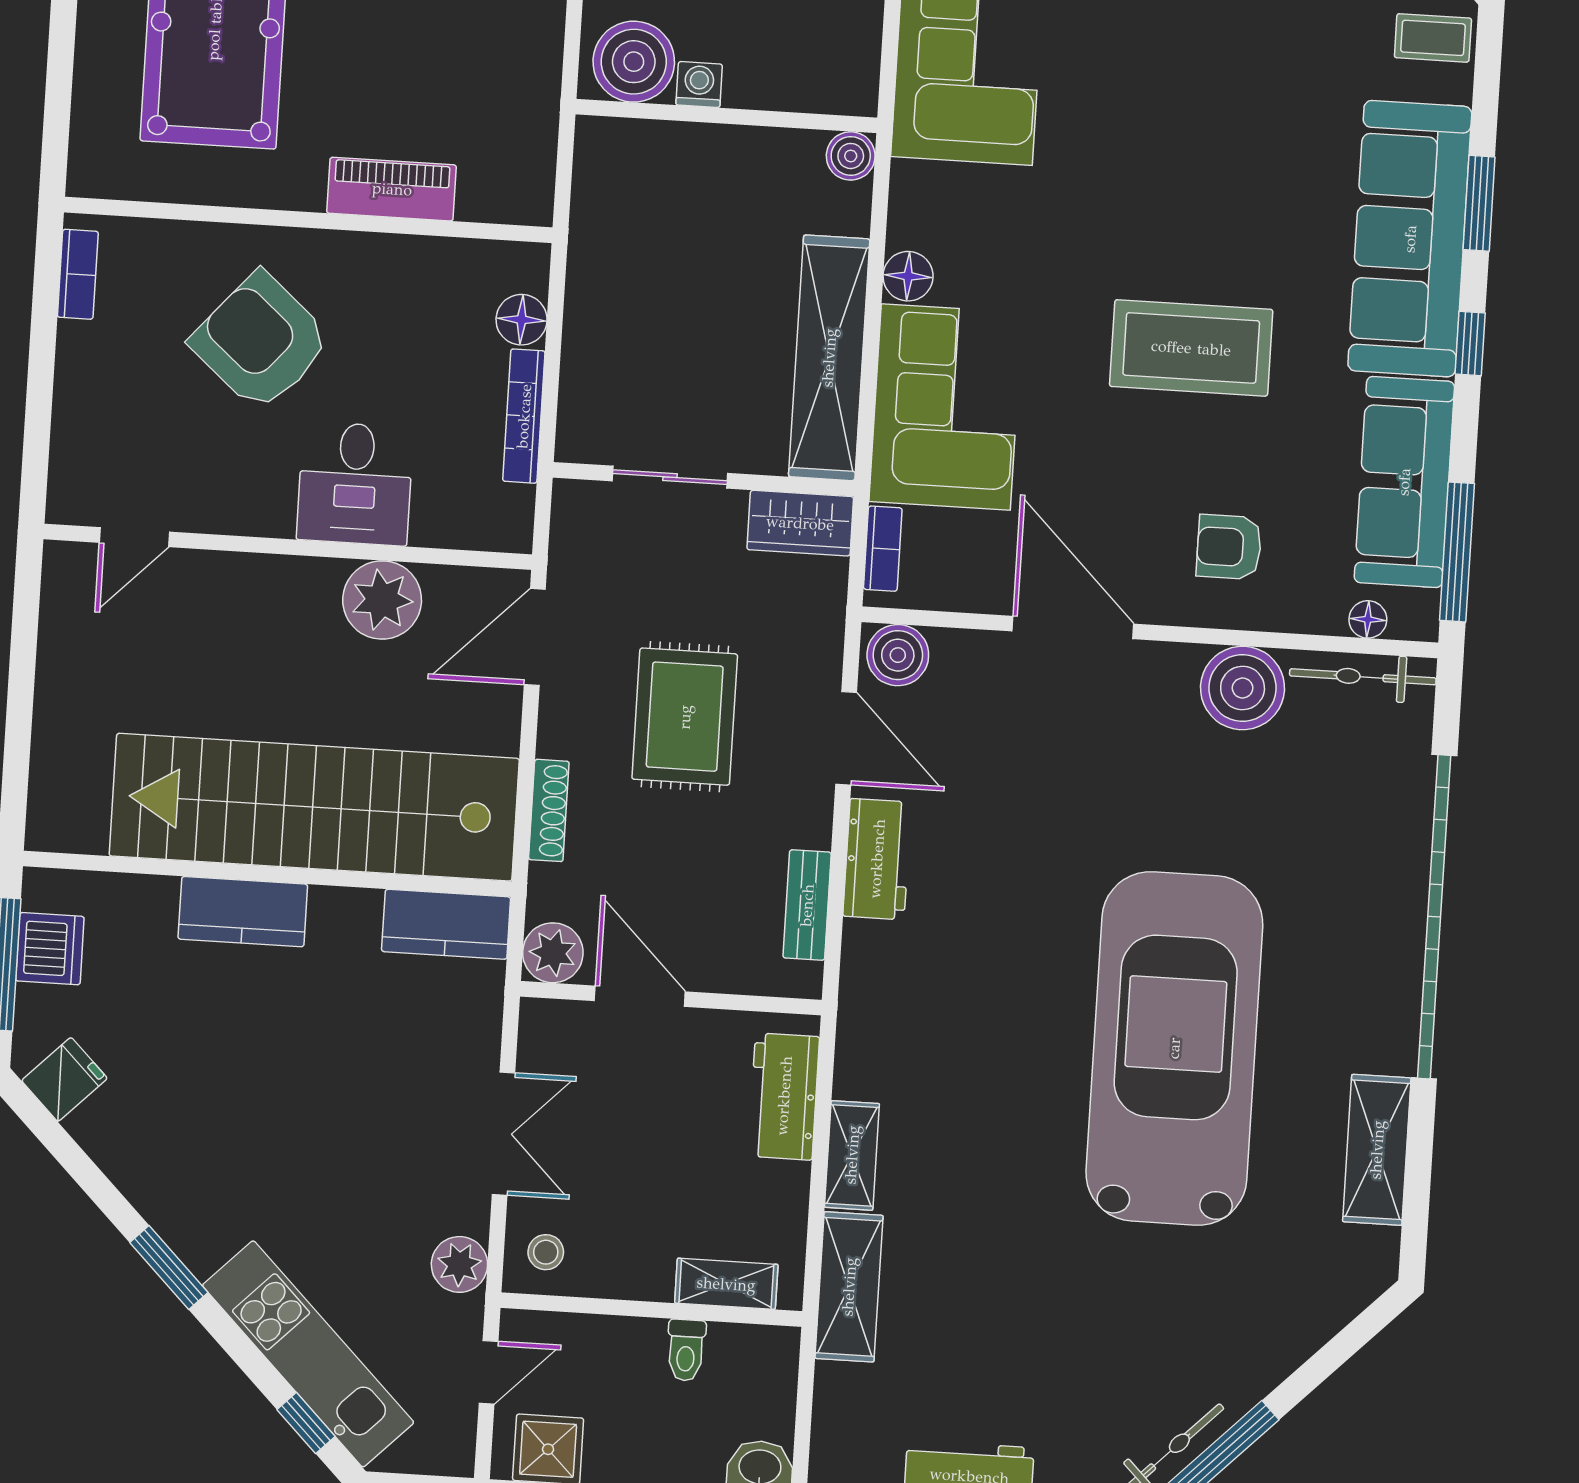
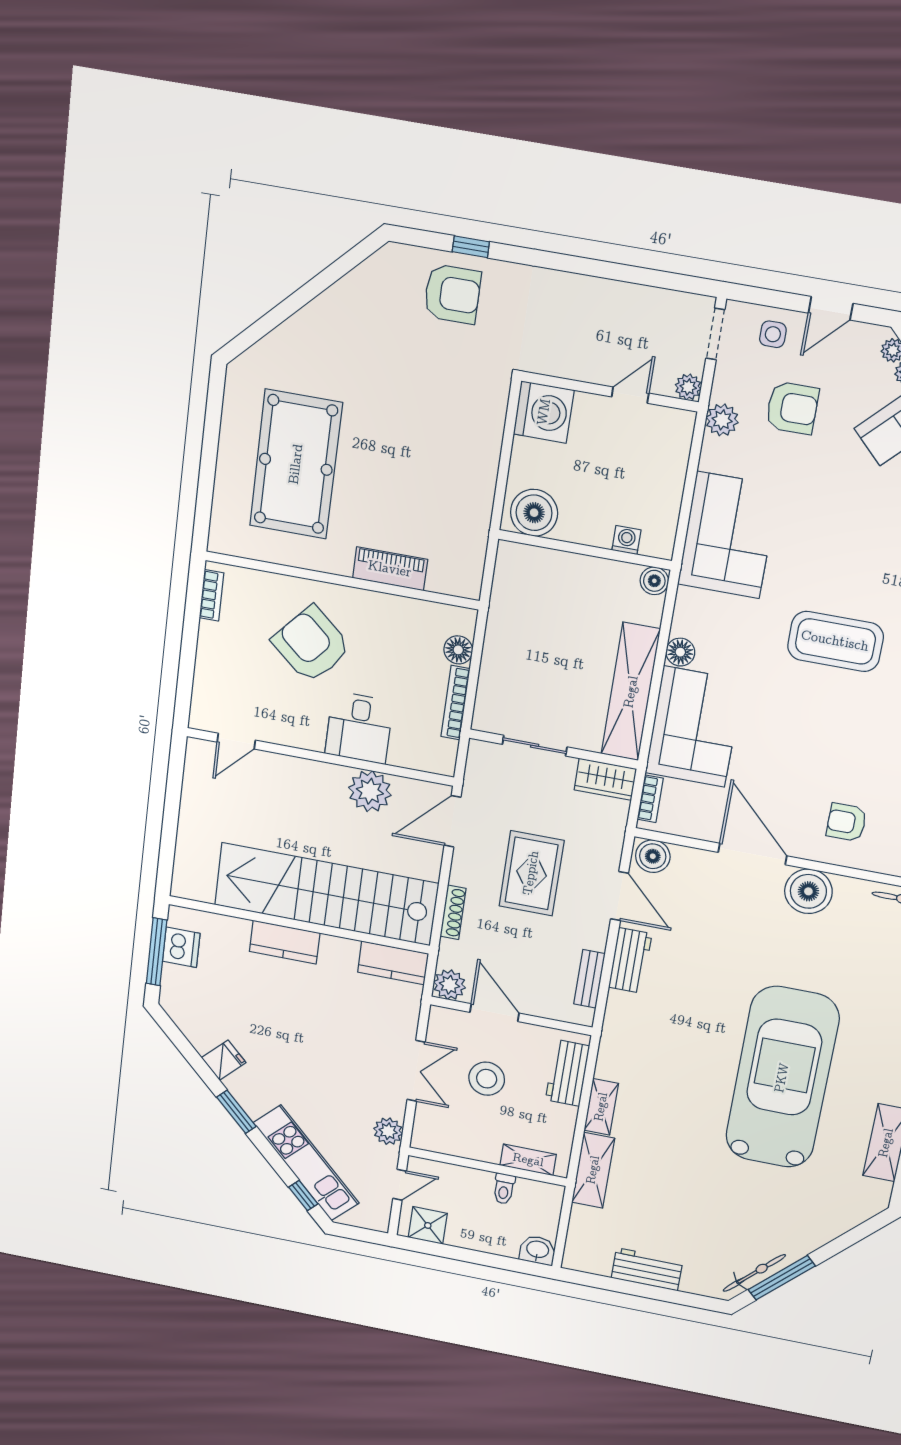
washing machine: (699, 85) -> (626, 540), moved
coffee table: (1191, 348) -> (835, 641), moved
boiler: (1243, 688) -> (808, 891), moved
fridge: (64, 1079) -> (224, 1060), moved
stool: (546, 1252) -> (487, 1079), moved, width x1.89, depth x1.89

